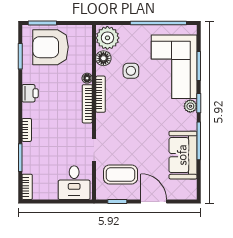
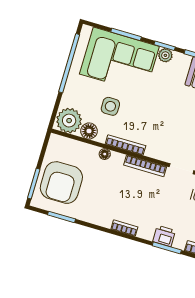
printer: (30, 93) -> (164, 236), moved
bookcase: (87, 104) -> (145, 166), moved
bookcase: (27, 130) -> (124, 228), moved

